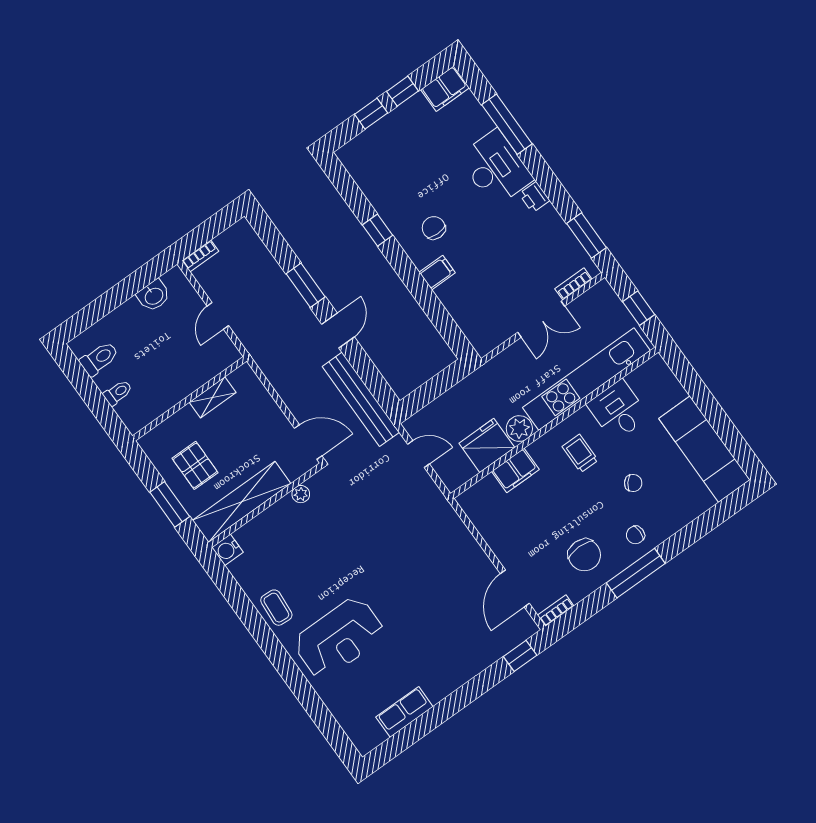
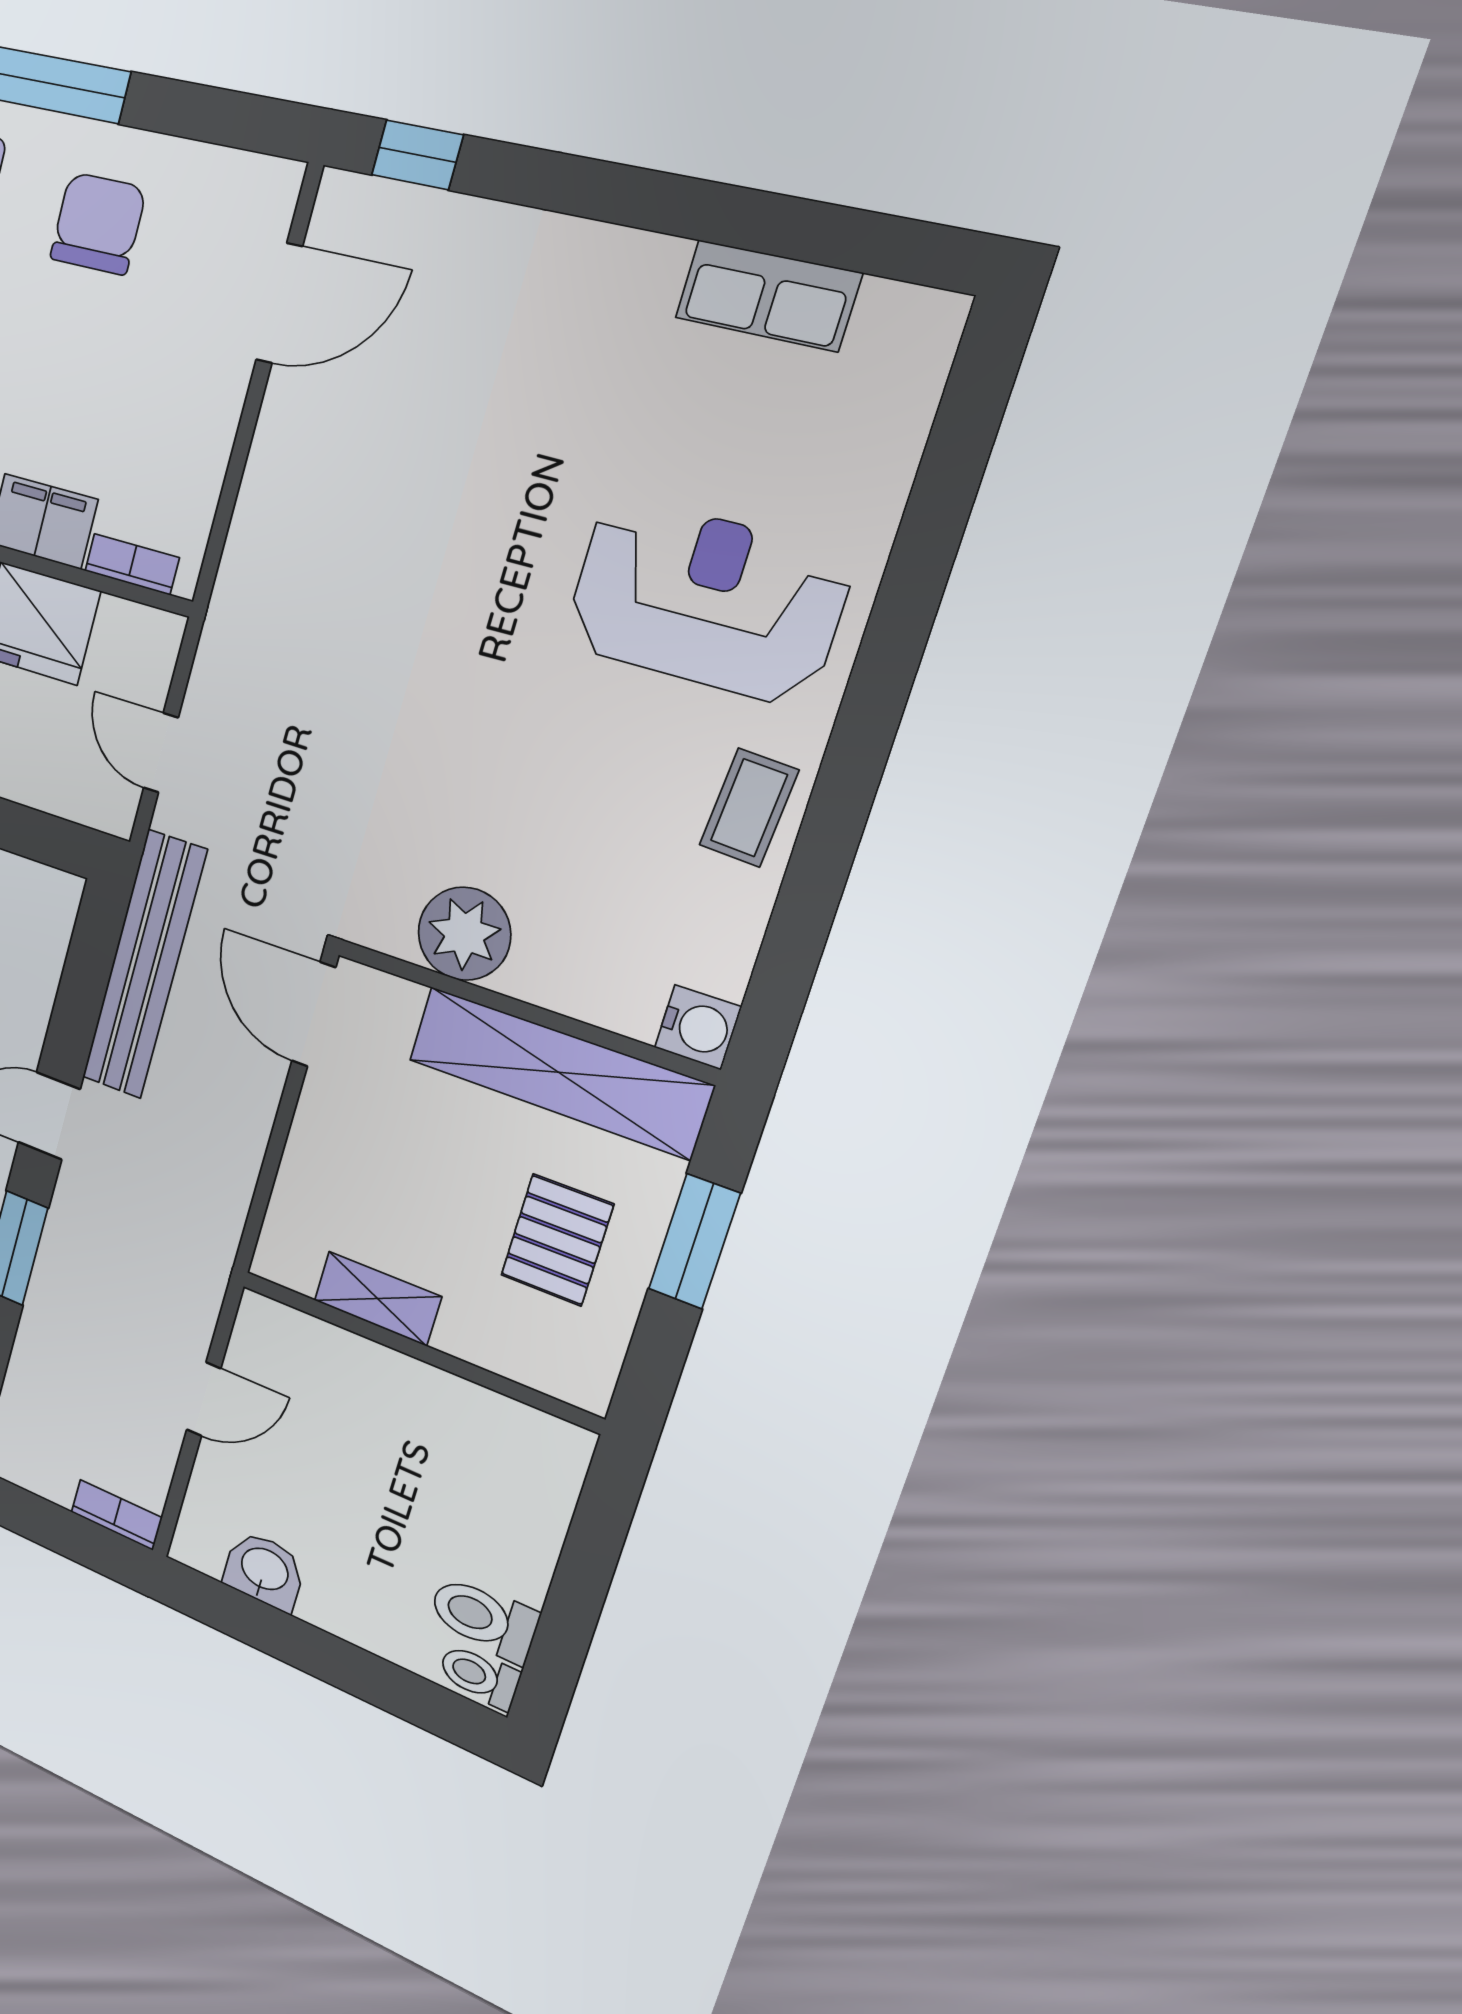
toilet: (118, 393) -> (479, 1676), moved
plant: (301, 494) -> (464, 934), width x1.88, depth x1.88
bookcase: (556, 611) -> (132, 564), moved, turned 180

